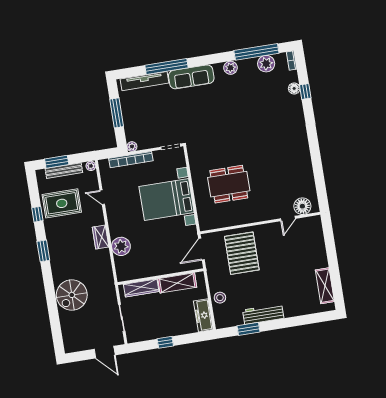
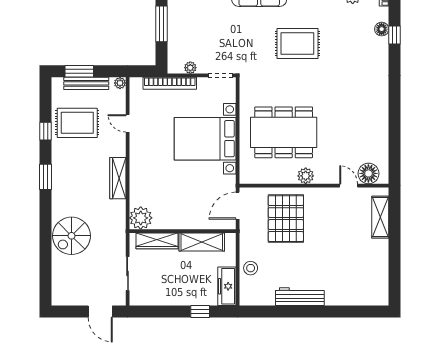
rug: (228, 111) -> (297, 44), added
plant: (132, 147) -> (190, 68), moved
dining table: (229, 184) -> (284, 132), width x1.36, depth x1.24
plant: (252, 216) -> (306, 176), added
door: (288, 219) -> (349, 186), swing flipped
wardrobe: (101, 237) -> (118, 178), width x1.50
plant: (121, 246) -> (141, 218), moved
shelving: (325, 286) -> (380, 217), moved
window: (249, 329) -> (279, 312), removed
window: (165, 342) -> (200, 312), moved

